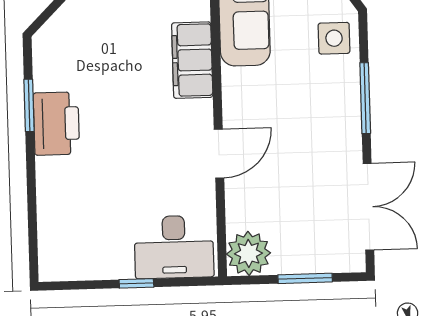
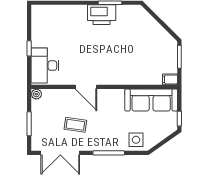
filing cabinet: (192, 60) -> (128, 76), removed
coffee table: (304, 175) -> (75, 125), added
plant: (249, 253) -> (36, 94), width x0.53, depth x0.53

